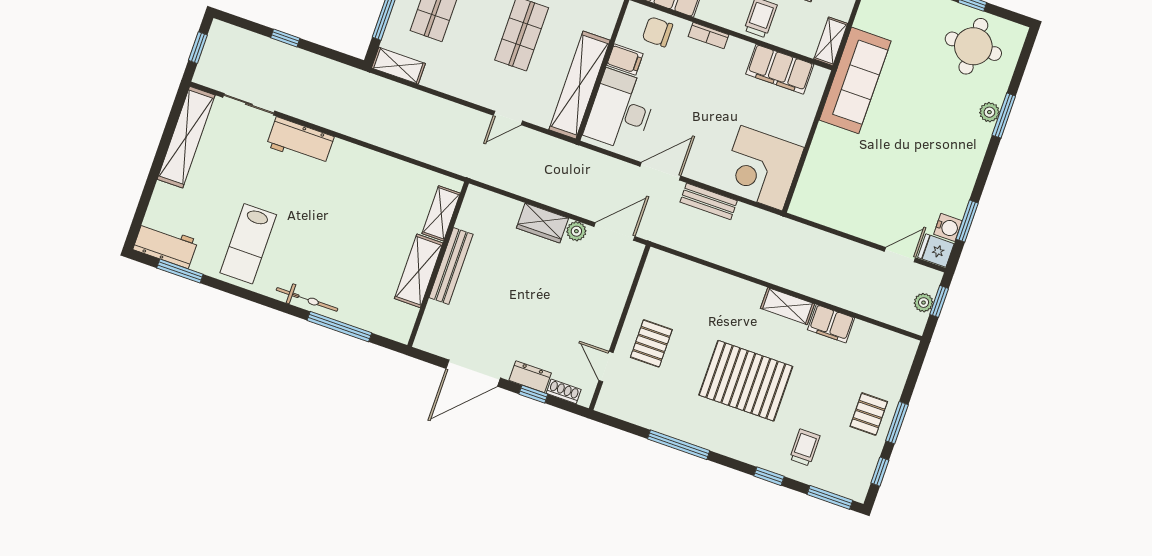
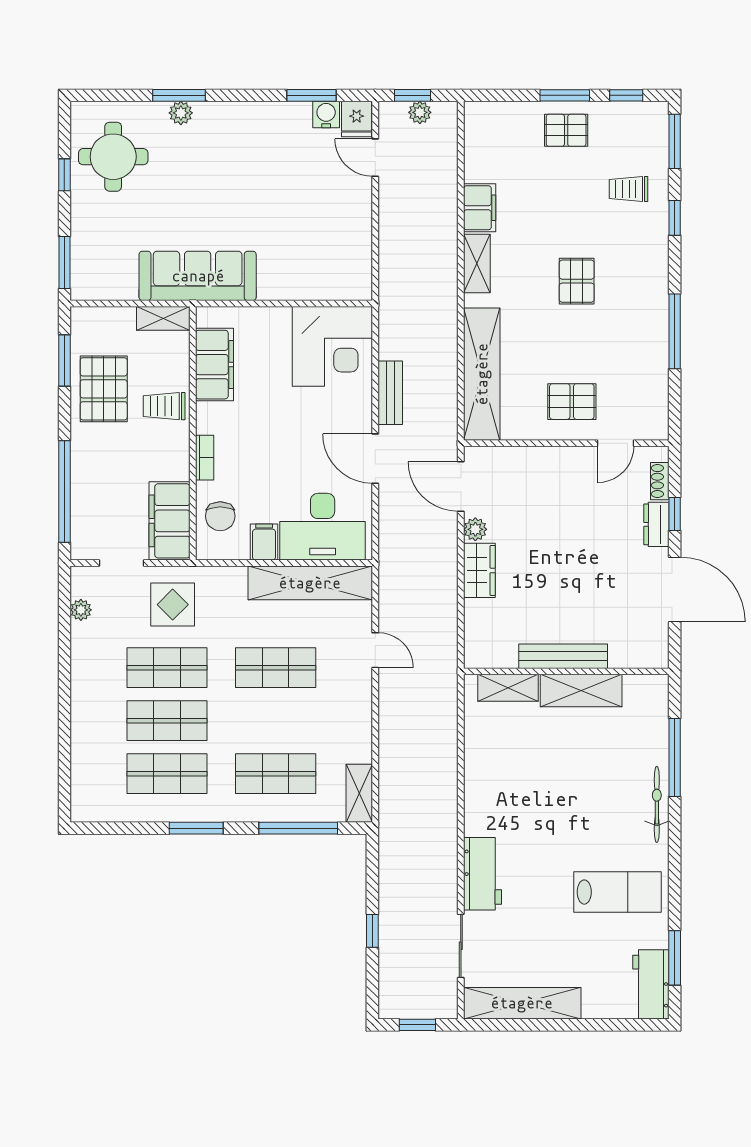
shelving: (698, 279) -> (482, 374), added
pallet: (746, 381) -> (577, 281), width x0.49, depth x0.50

